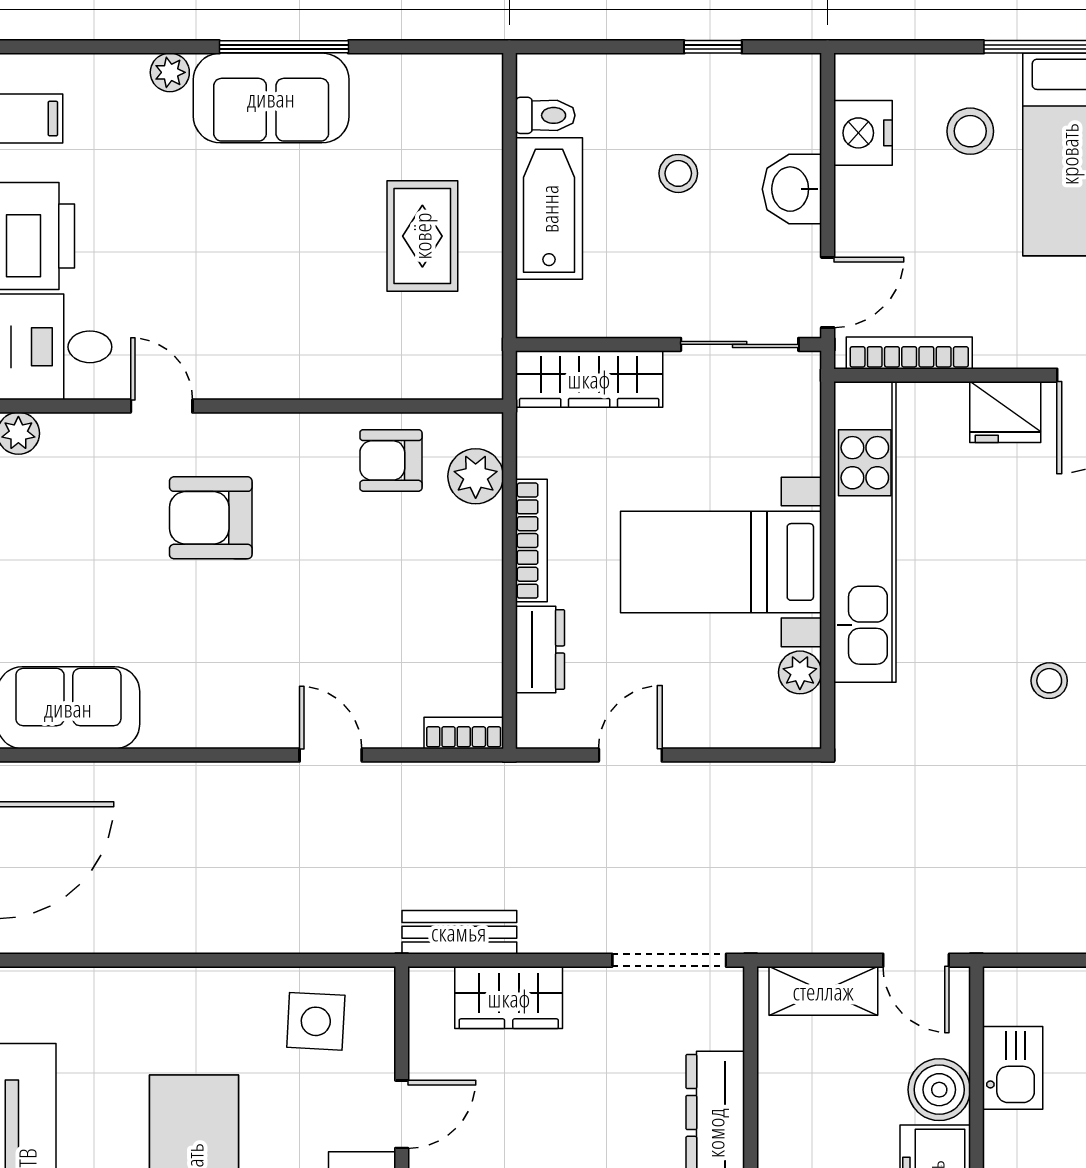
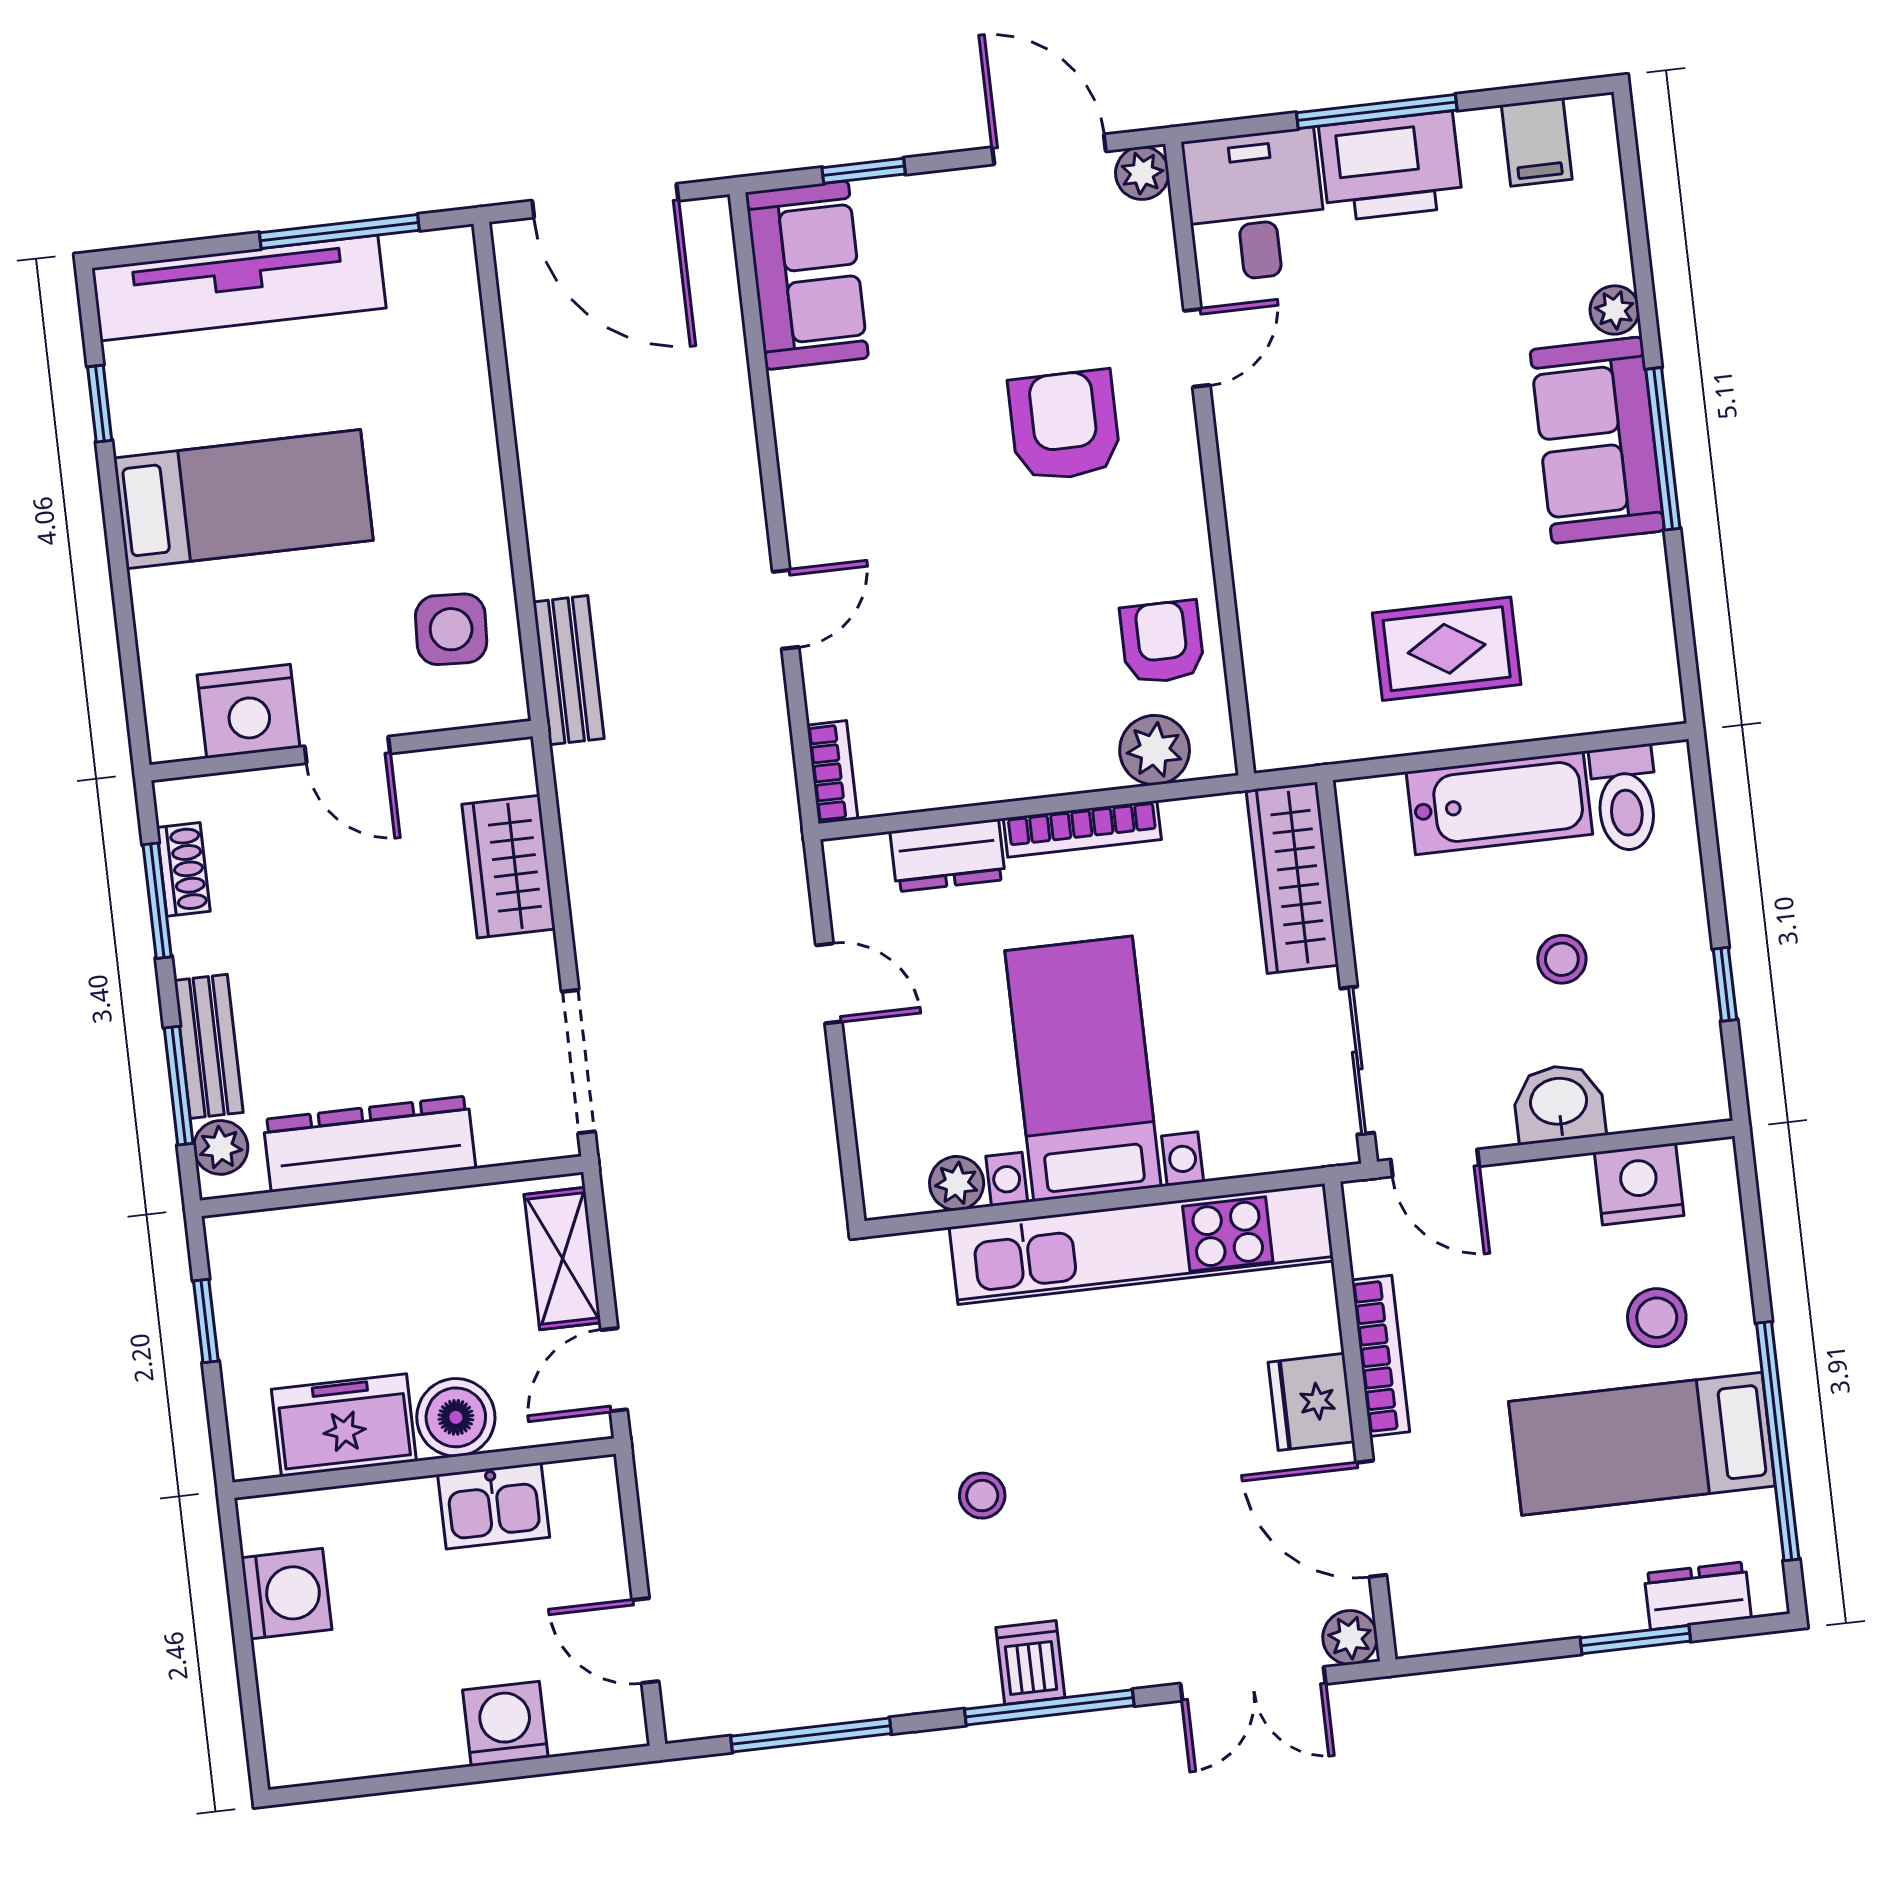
toilet: (545, 115) -> (1625, 798), width x1.37, depth x1.39
bookcase: (909, 353) -> (1381, 1356), moved
bench: (459, 932) -> (569, 670), moved

